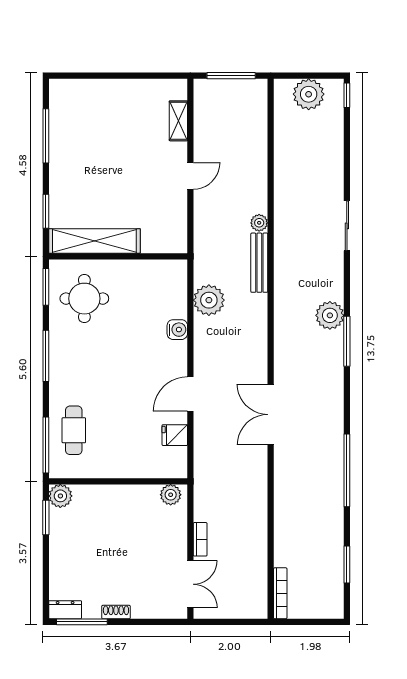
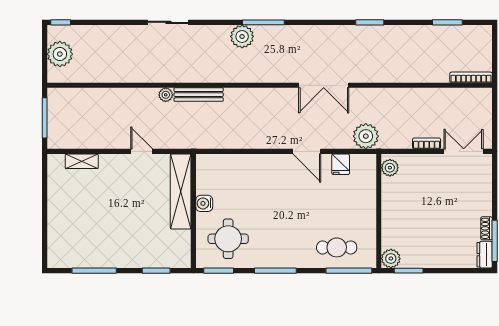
door: (190, 176) -> (142, 151), moved
shelving: (94, 241) -> (181, 192), moved
plant: (209, 300) -> (366, 136), moved
water cooler: (177, 330) -> (204, 203), moved, turned -90
window: (347, 470) -> (370, 22), width x0.47
shoe rack: (116, 612) -> (486, 228), moved

